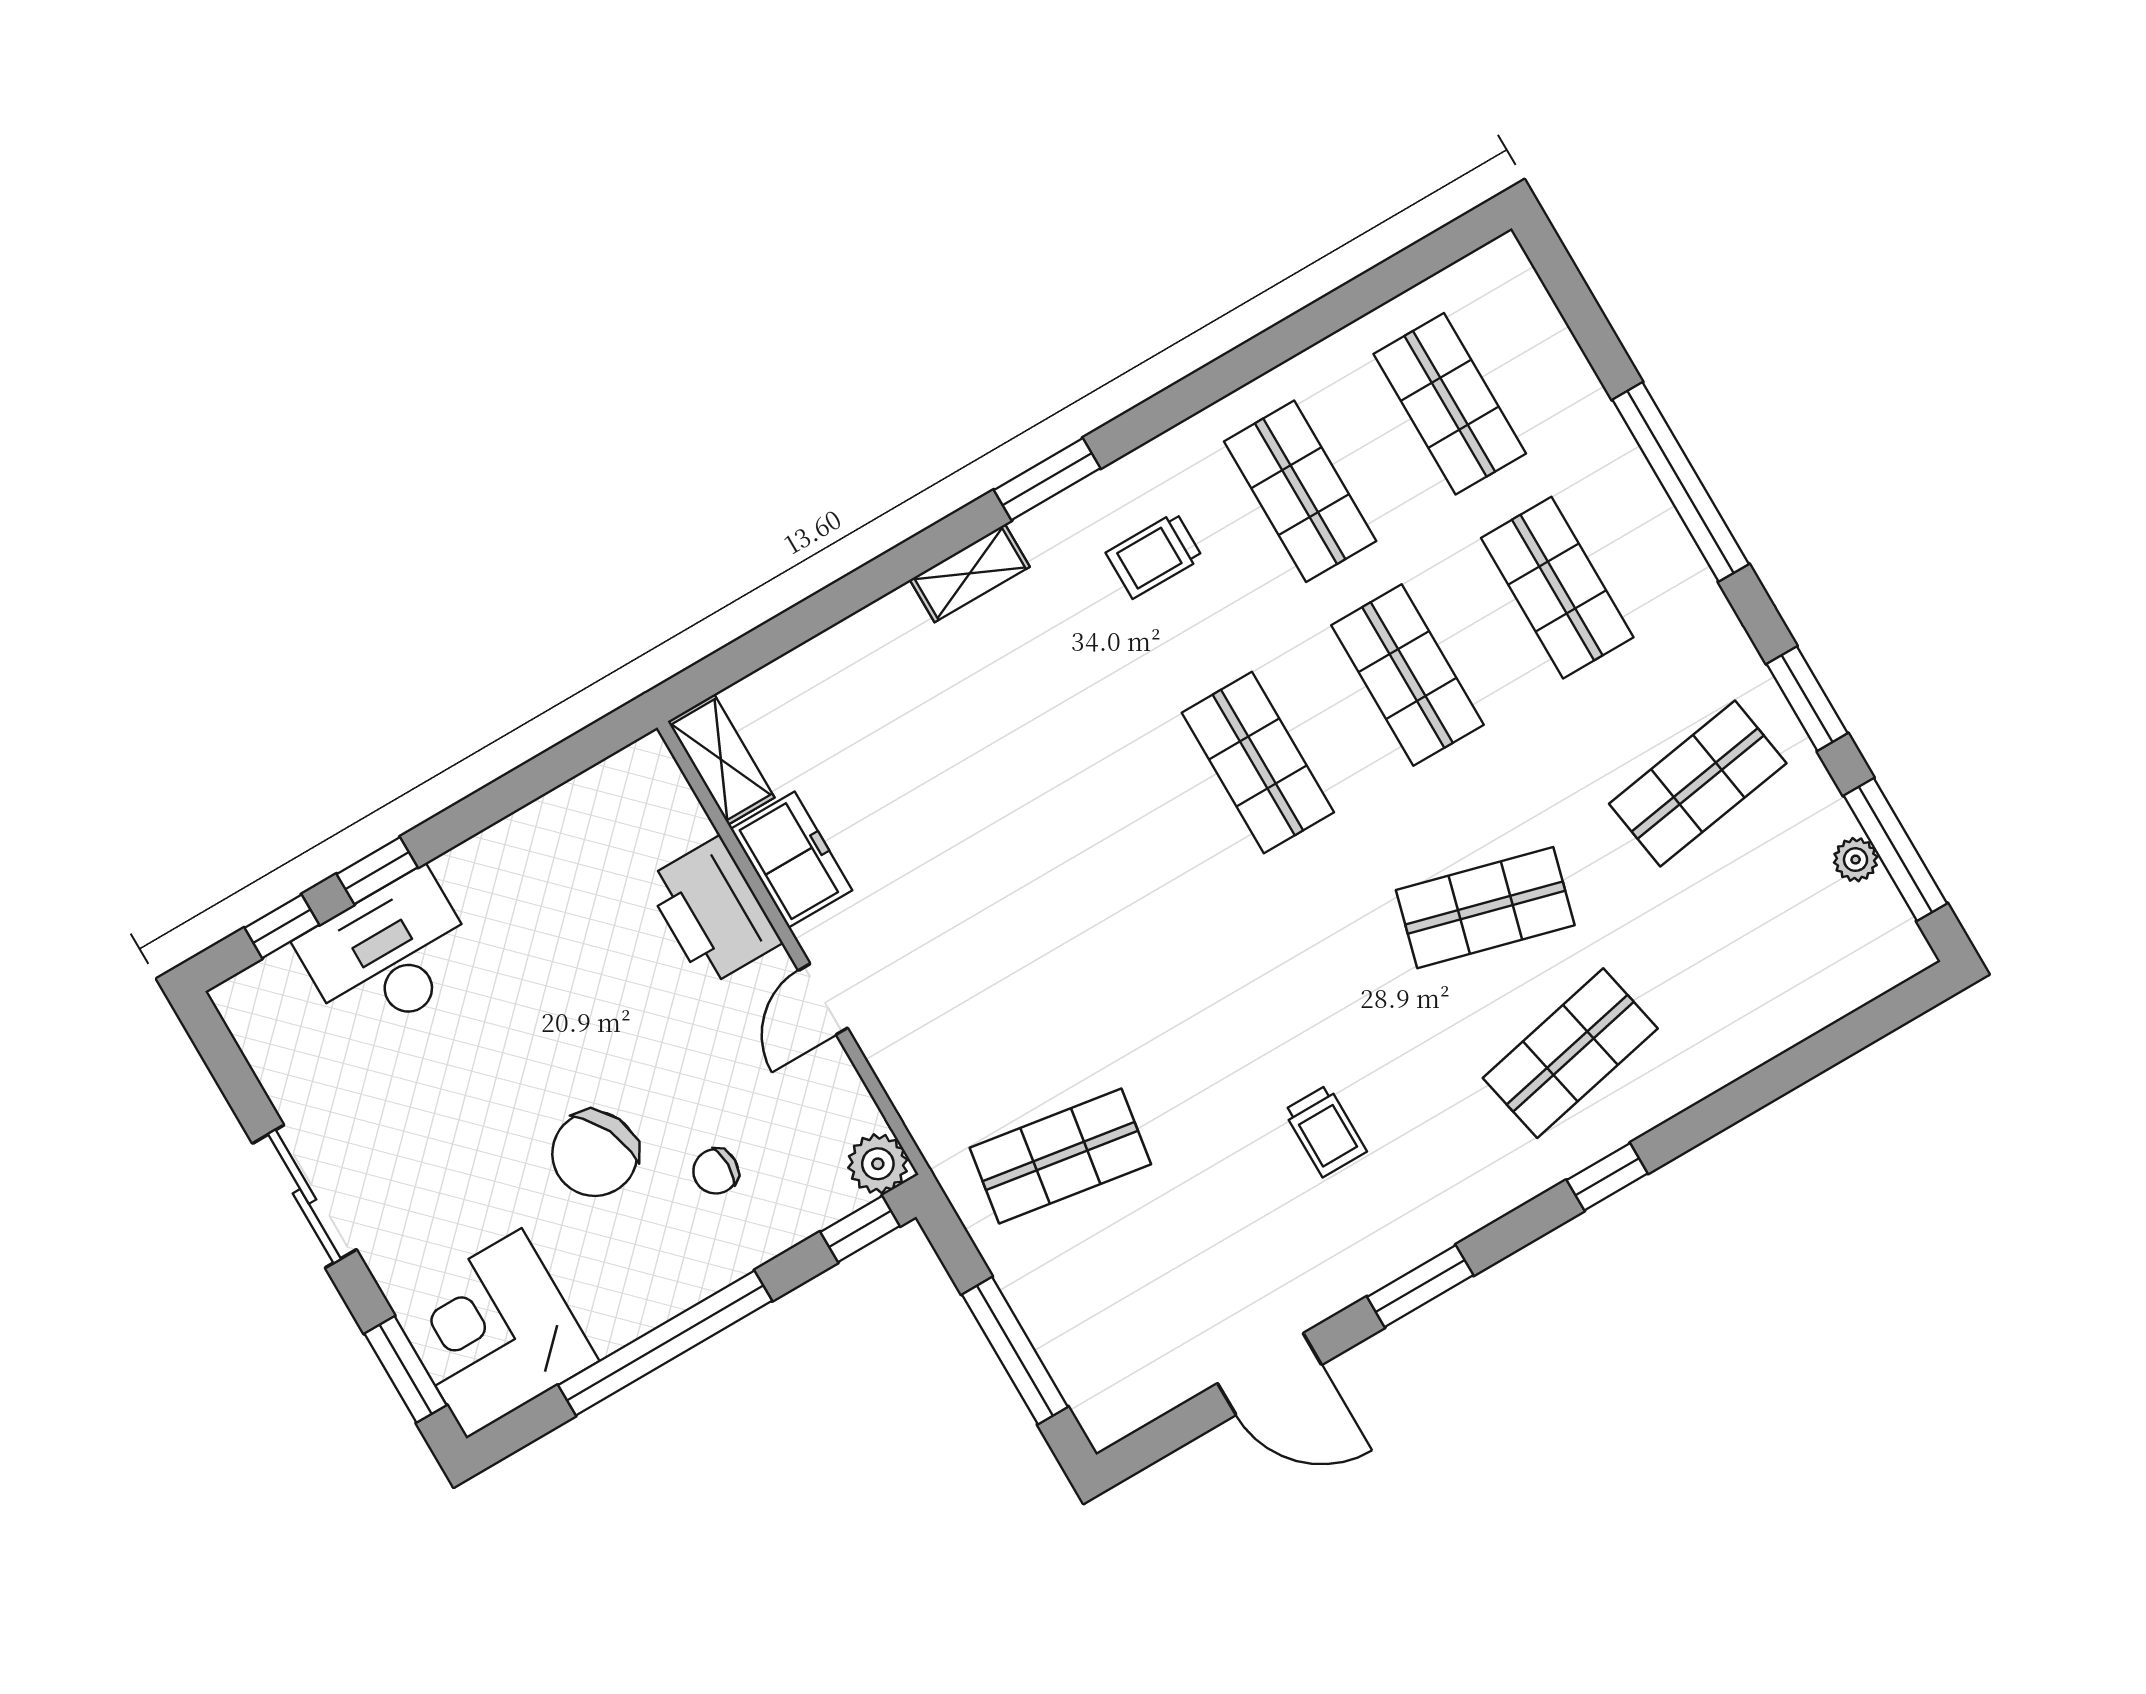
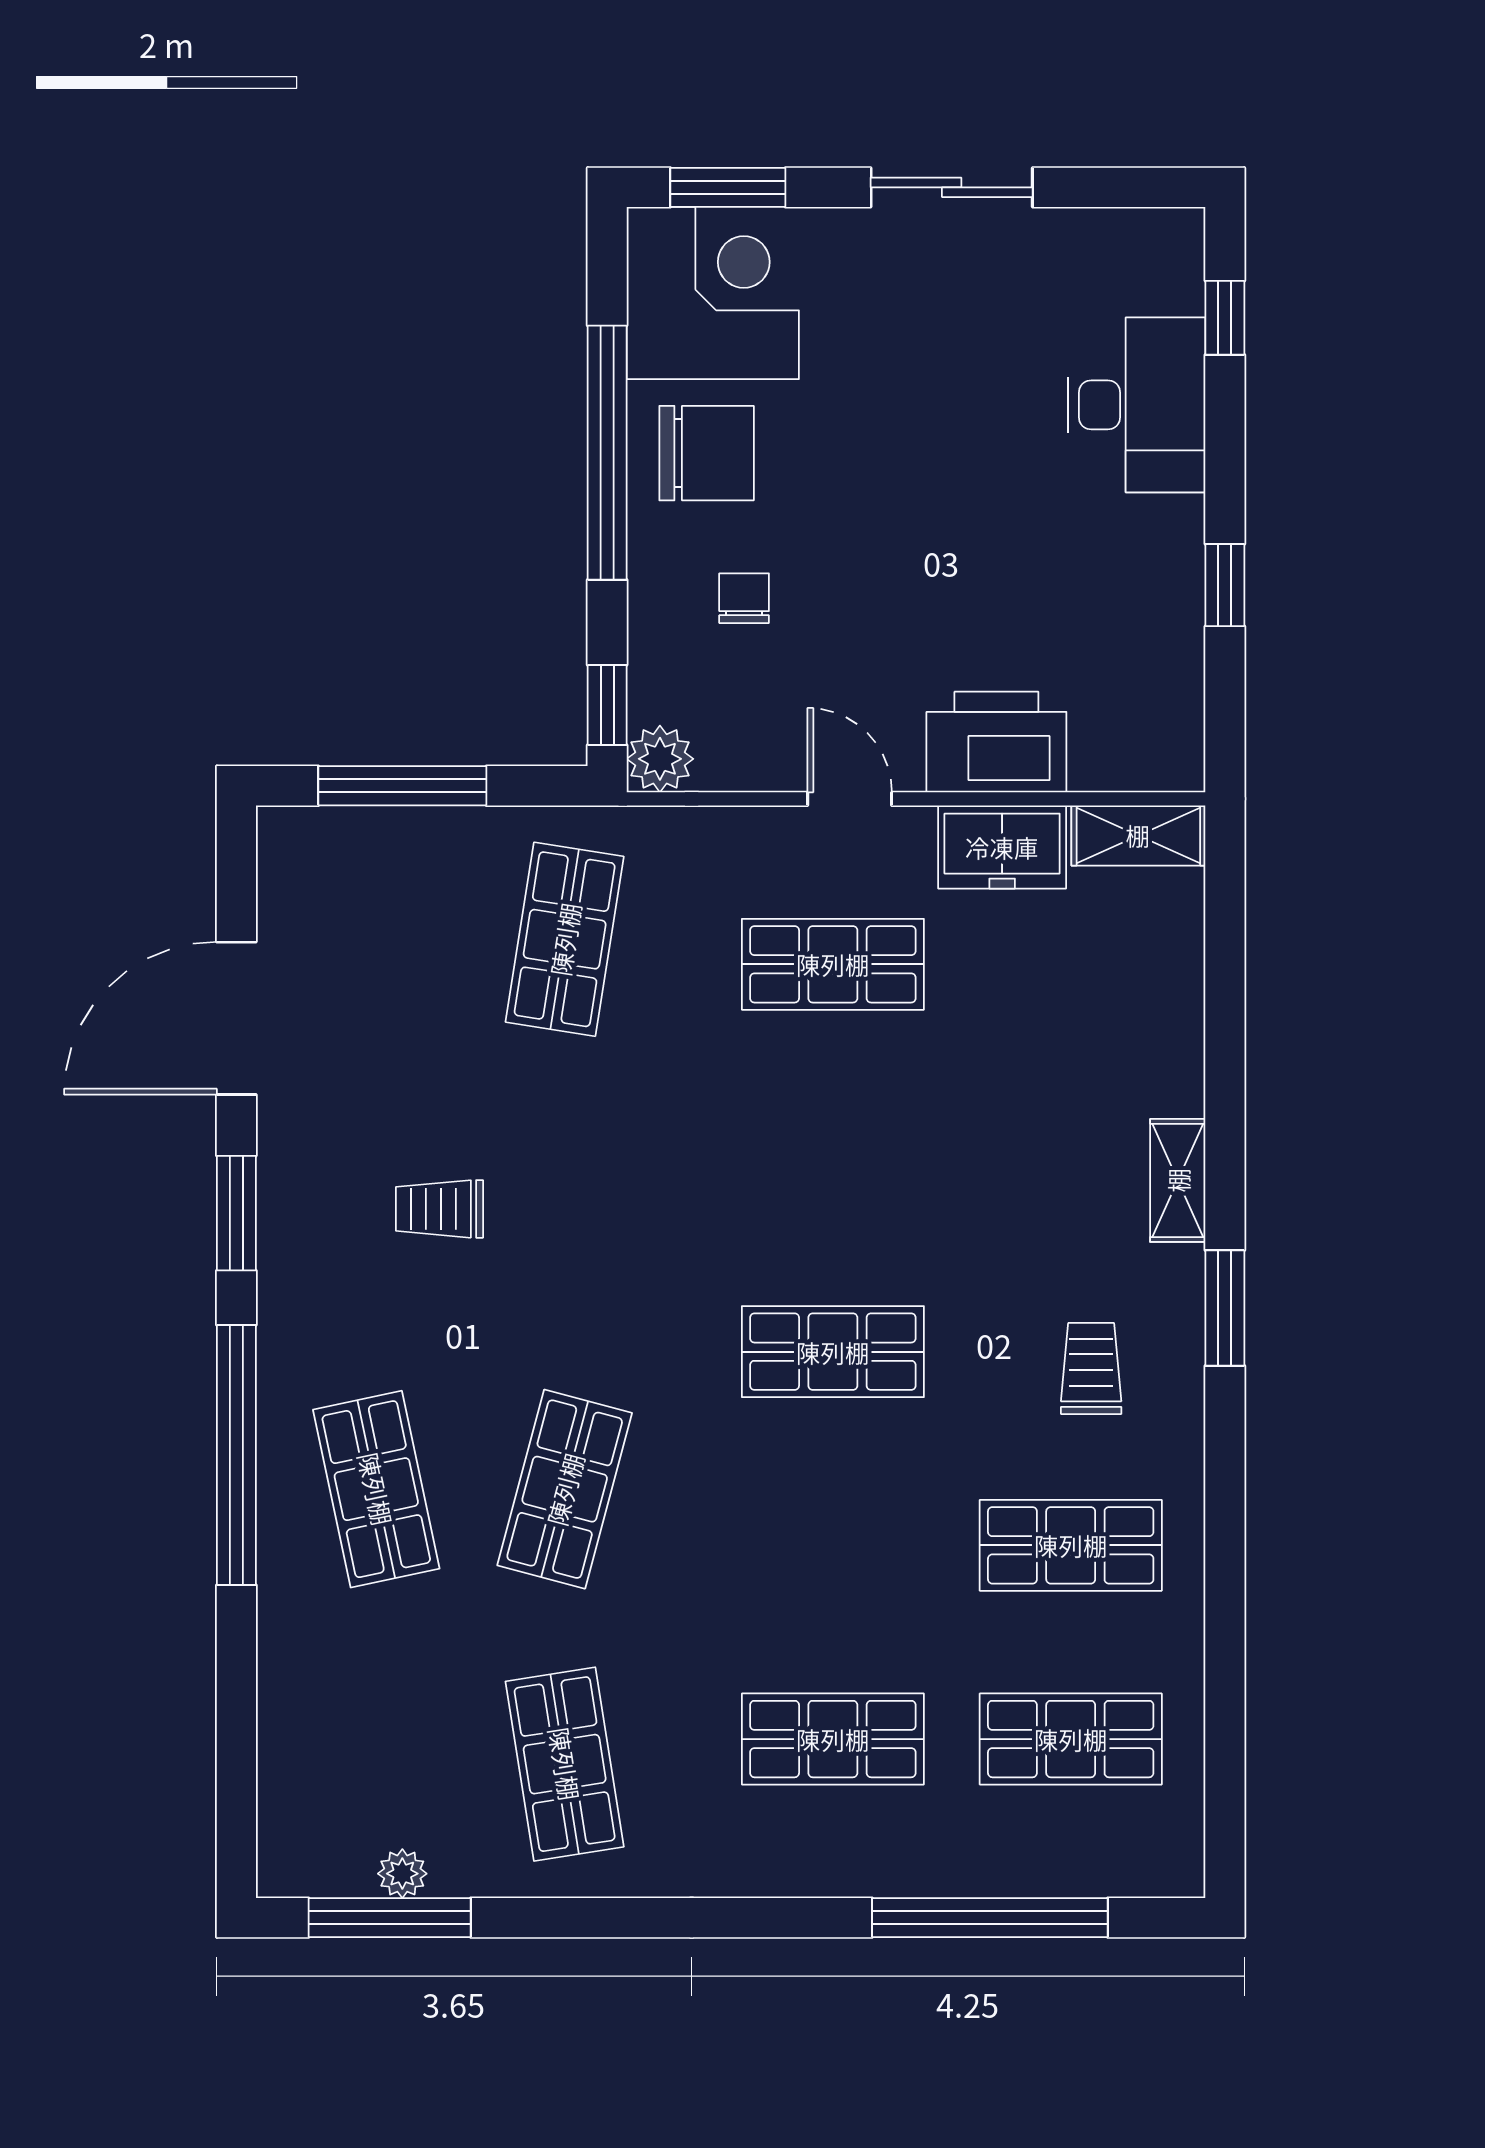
window: (1681, 482) -> (990, 1918), moved
shop shelf: (1408, 675) -> (833, 964), moved
window: (1807, 699) -> (585, 1918), removed
window: (377, 871) -> (1225, 585), moved
chair: (595, 1154) -> (707, 453), moved, turned 115
window: (1607, 1177) -> (236, 1455), width x3.17
door: (1270, 1374) -> (236, 1018), width x1.36

